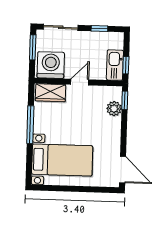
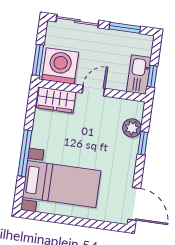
window: (99, 29) -> (125, 28), width x1.50
window: (33, 47) -> (38, 60), moved
window: (125, 100) -> (143, 143), moved
window: (30, 125) -> (25, 153), moved

